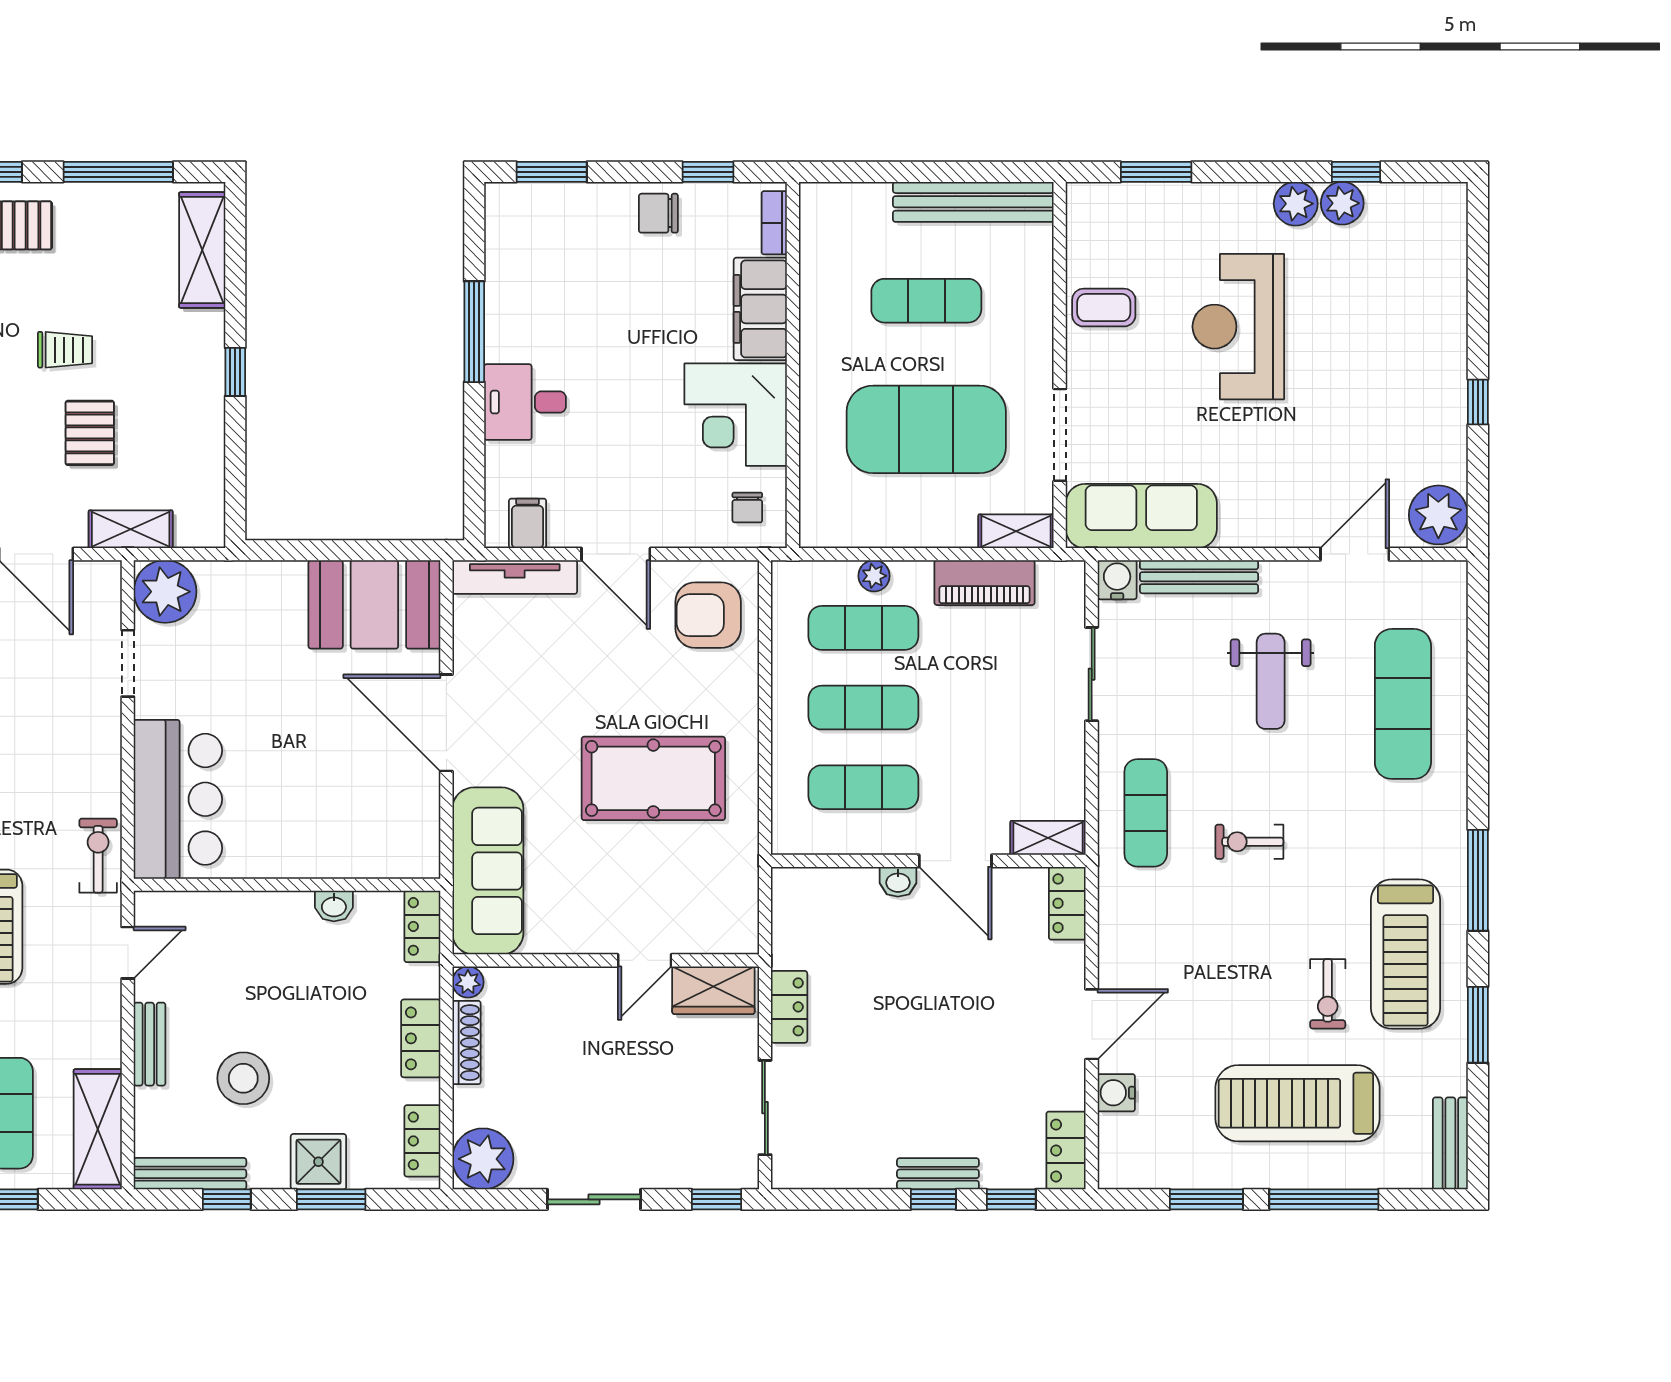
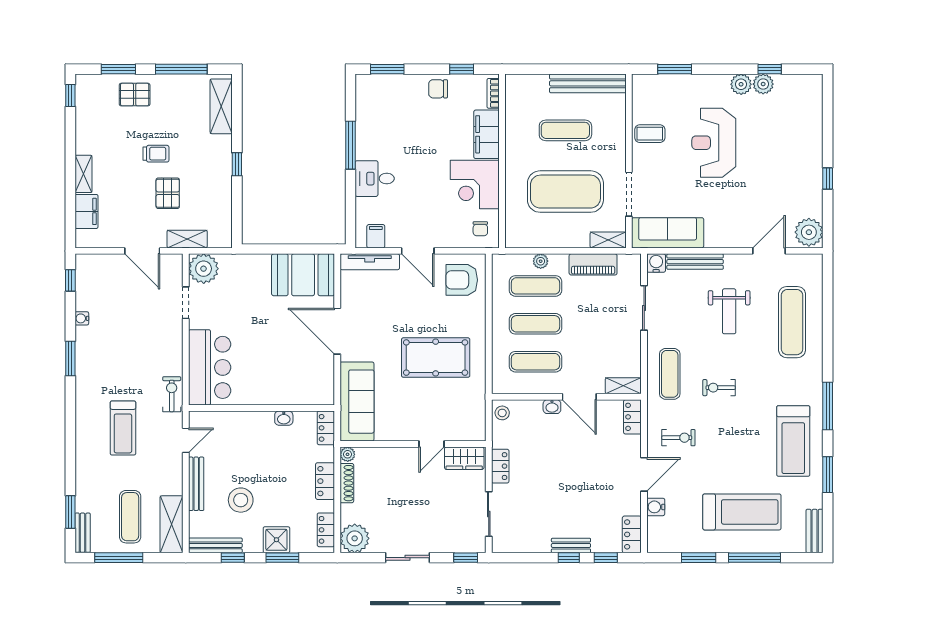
stool: (793, 895) -> (502, 413), added
exercise bike: (1328, 994) -> (678, 438), moved, turned -90
bench: (150, 1044) -> (196, 484), width x1.36
treadmill: (1298, 1103) -> (742, 512), turned 180

